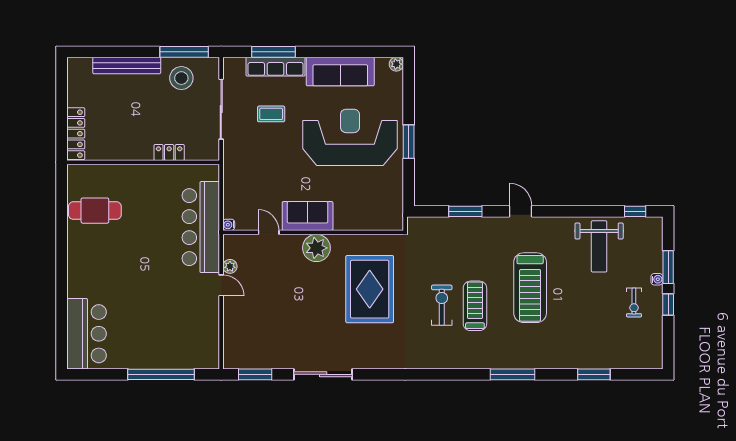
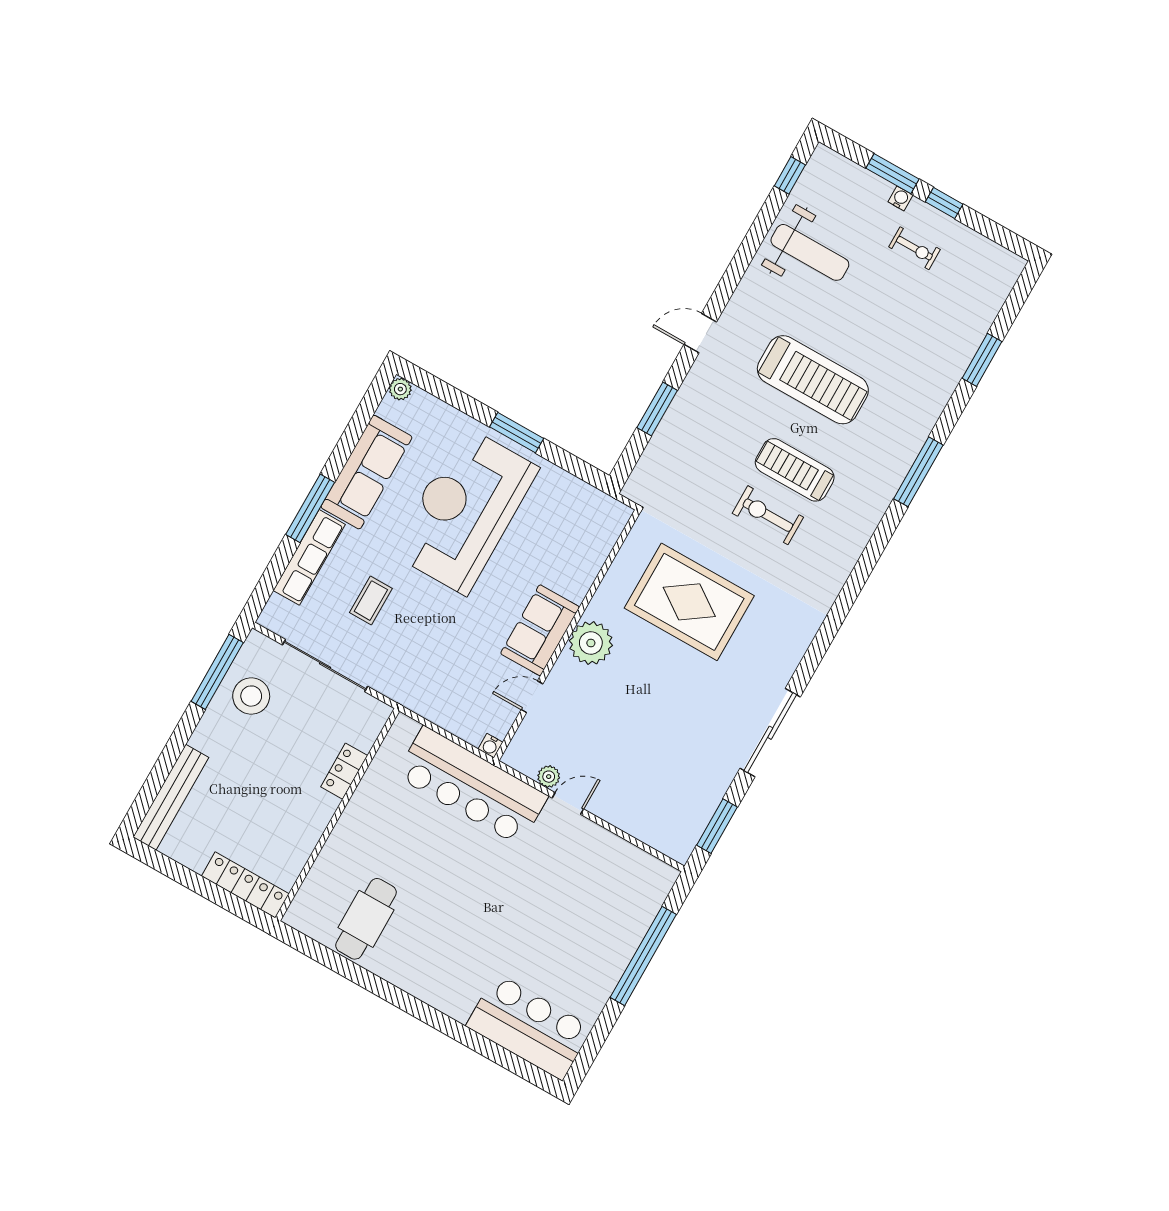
window: (273, 52) -> (310, 508), moved
bench: (127, 66) -> (171, 797), moved

